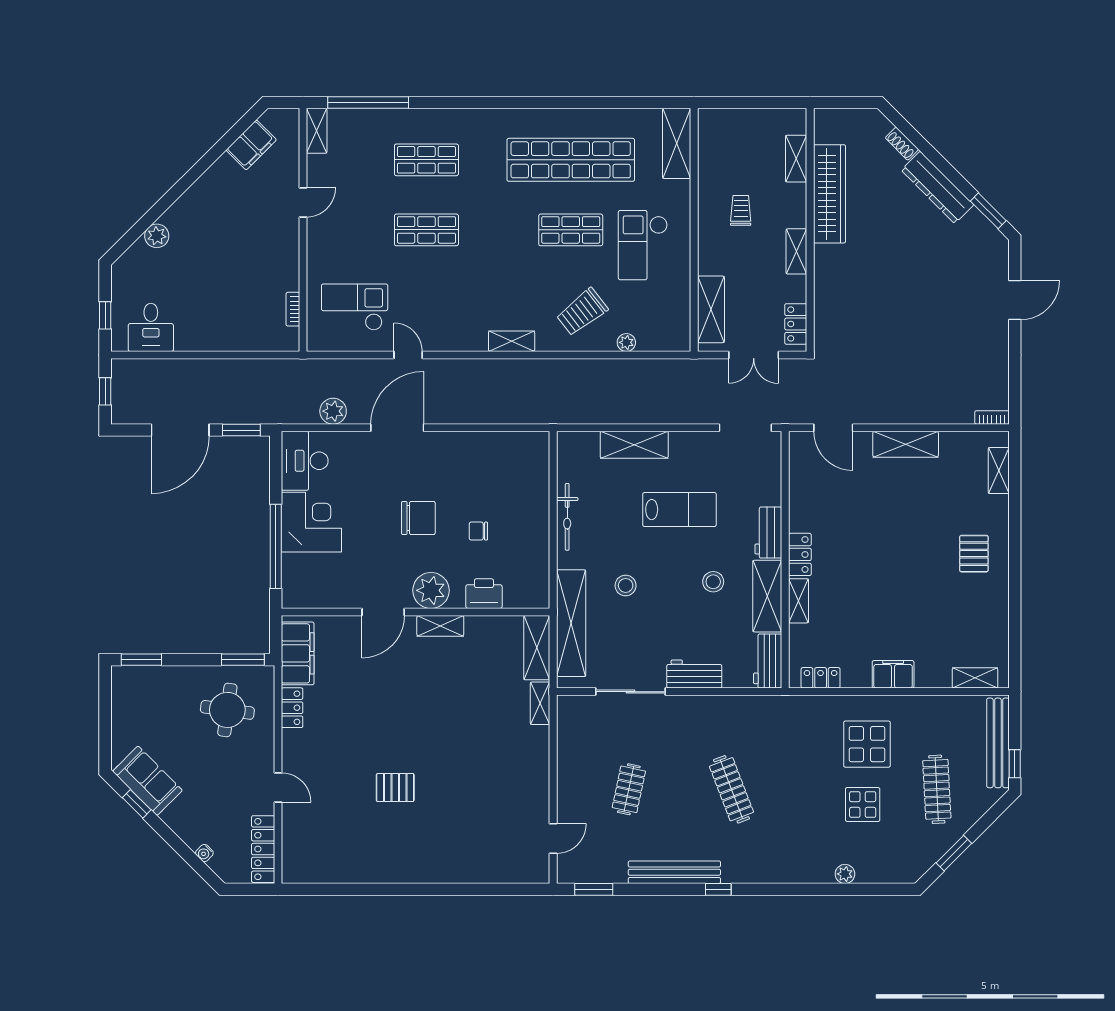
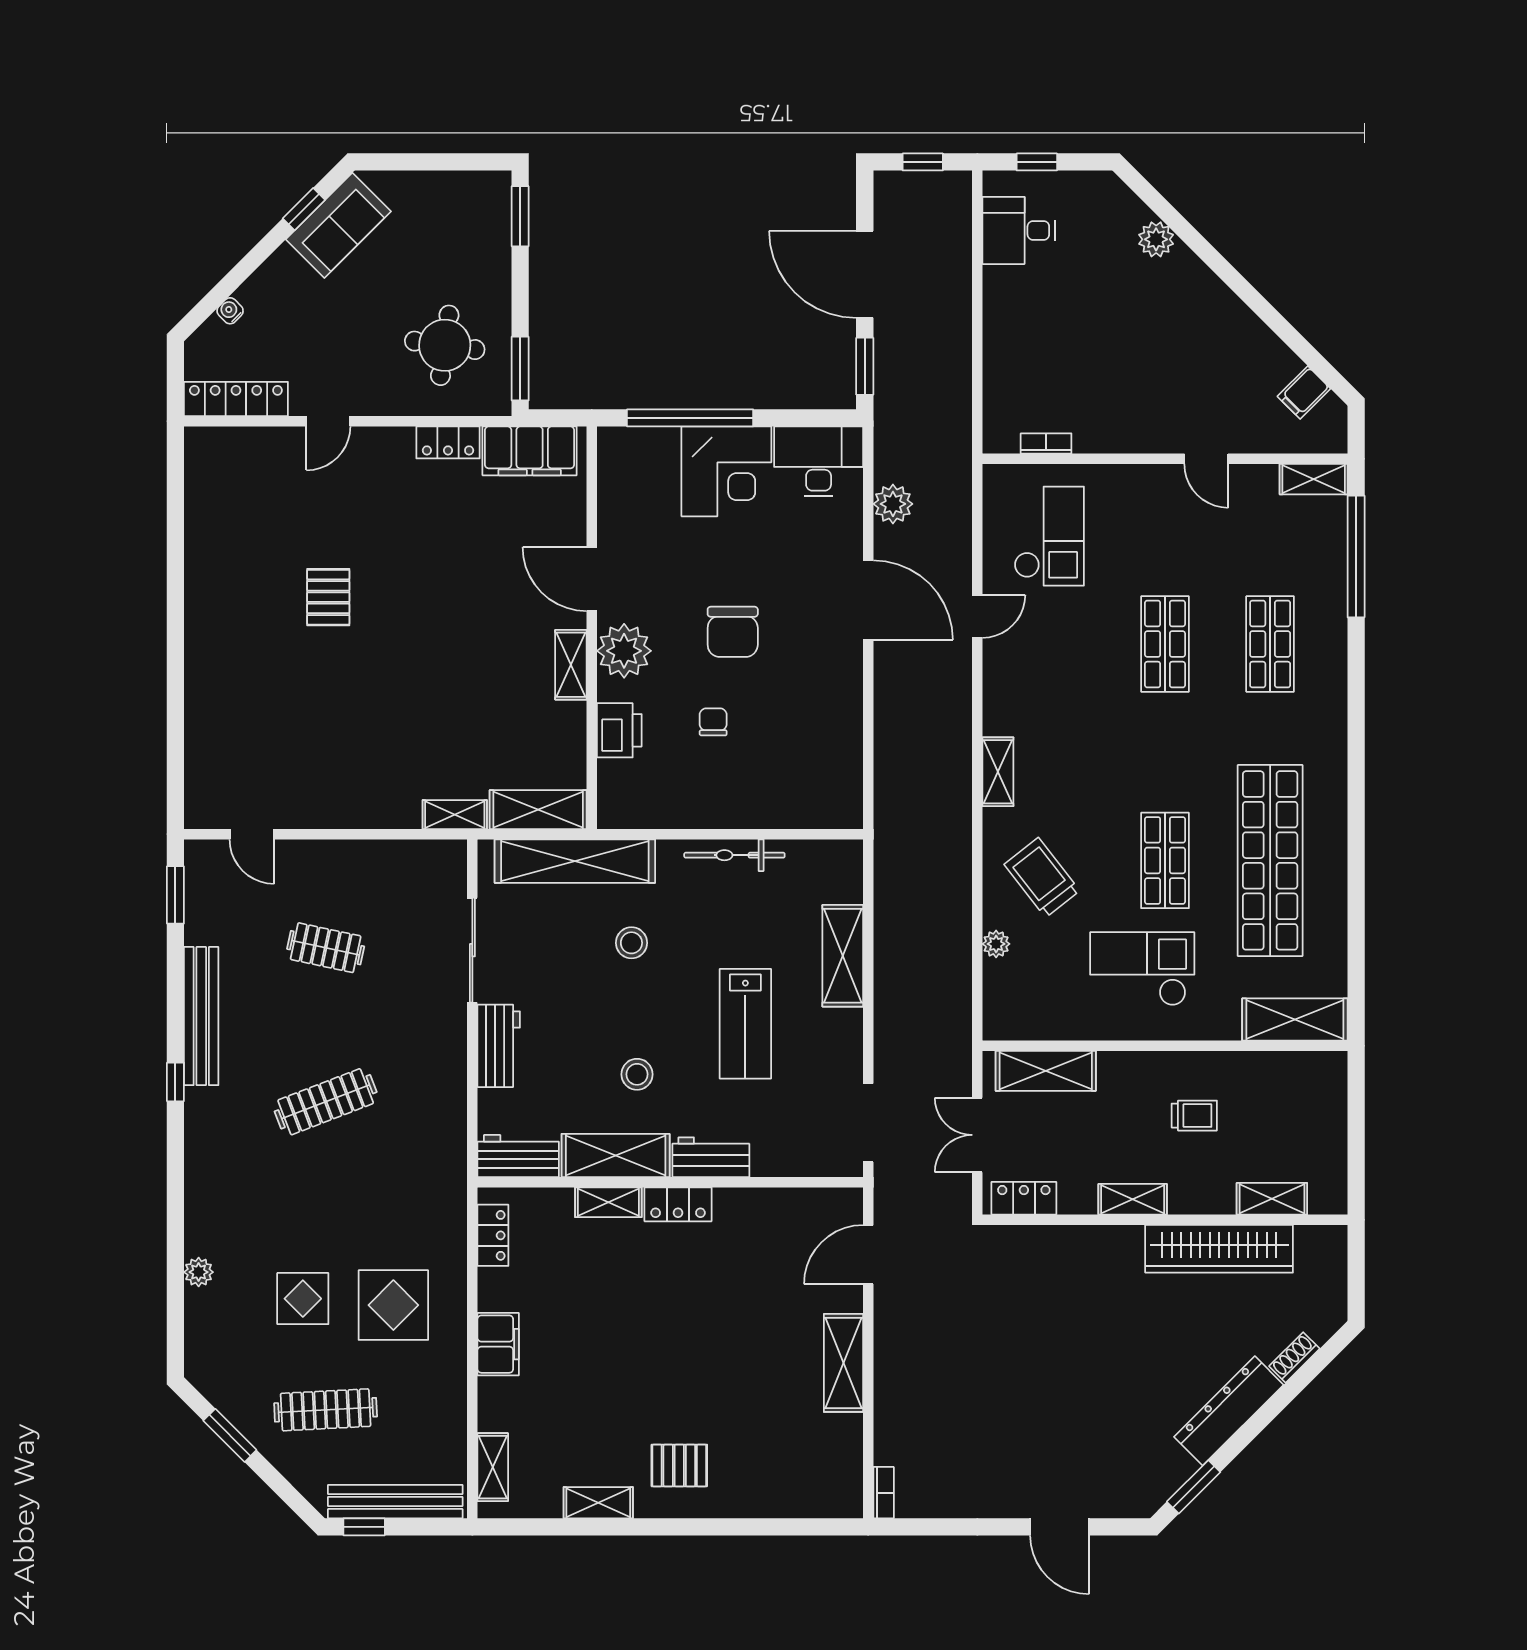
filing cabinet: (251, 145) -> (1304, 393), width x0.50
shelving: (999, 471) -> (598, 1503), moved

